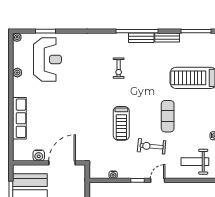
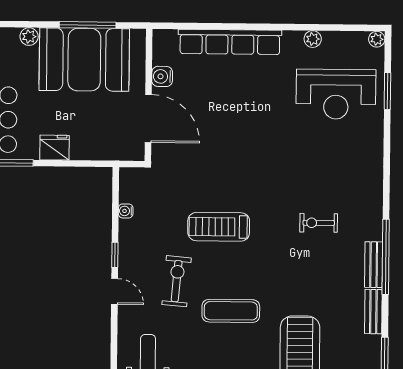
row of seats: (19, 118) -> (230, 42), width x1.36

